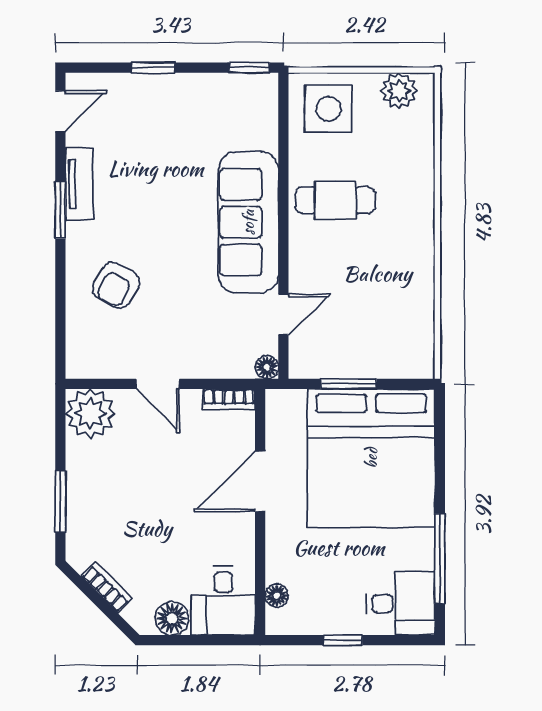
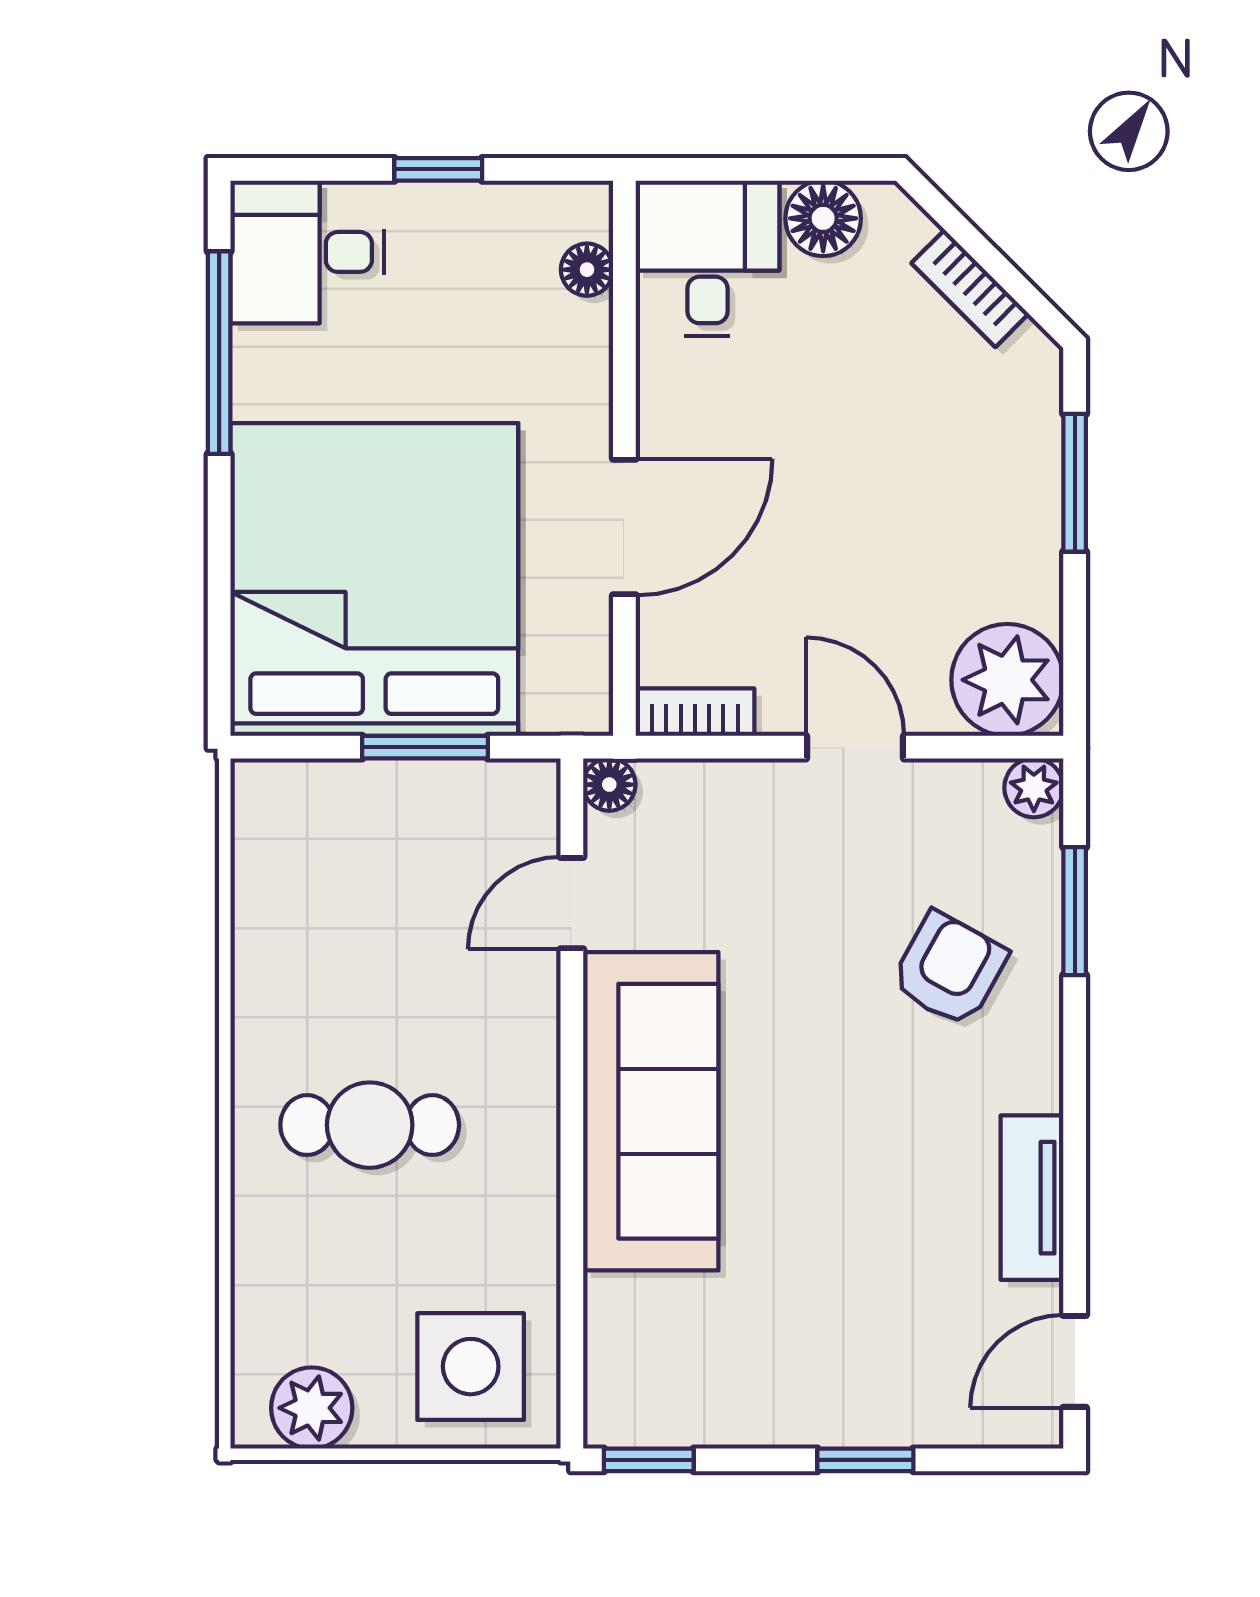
cafe table: (335, 200) -> (370, 1125), moved
window: (60, 210) -> (1075, 911), moved
plant: (78, 366) -> (1034, 788), added

